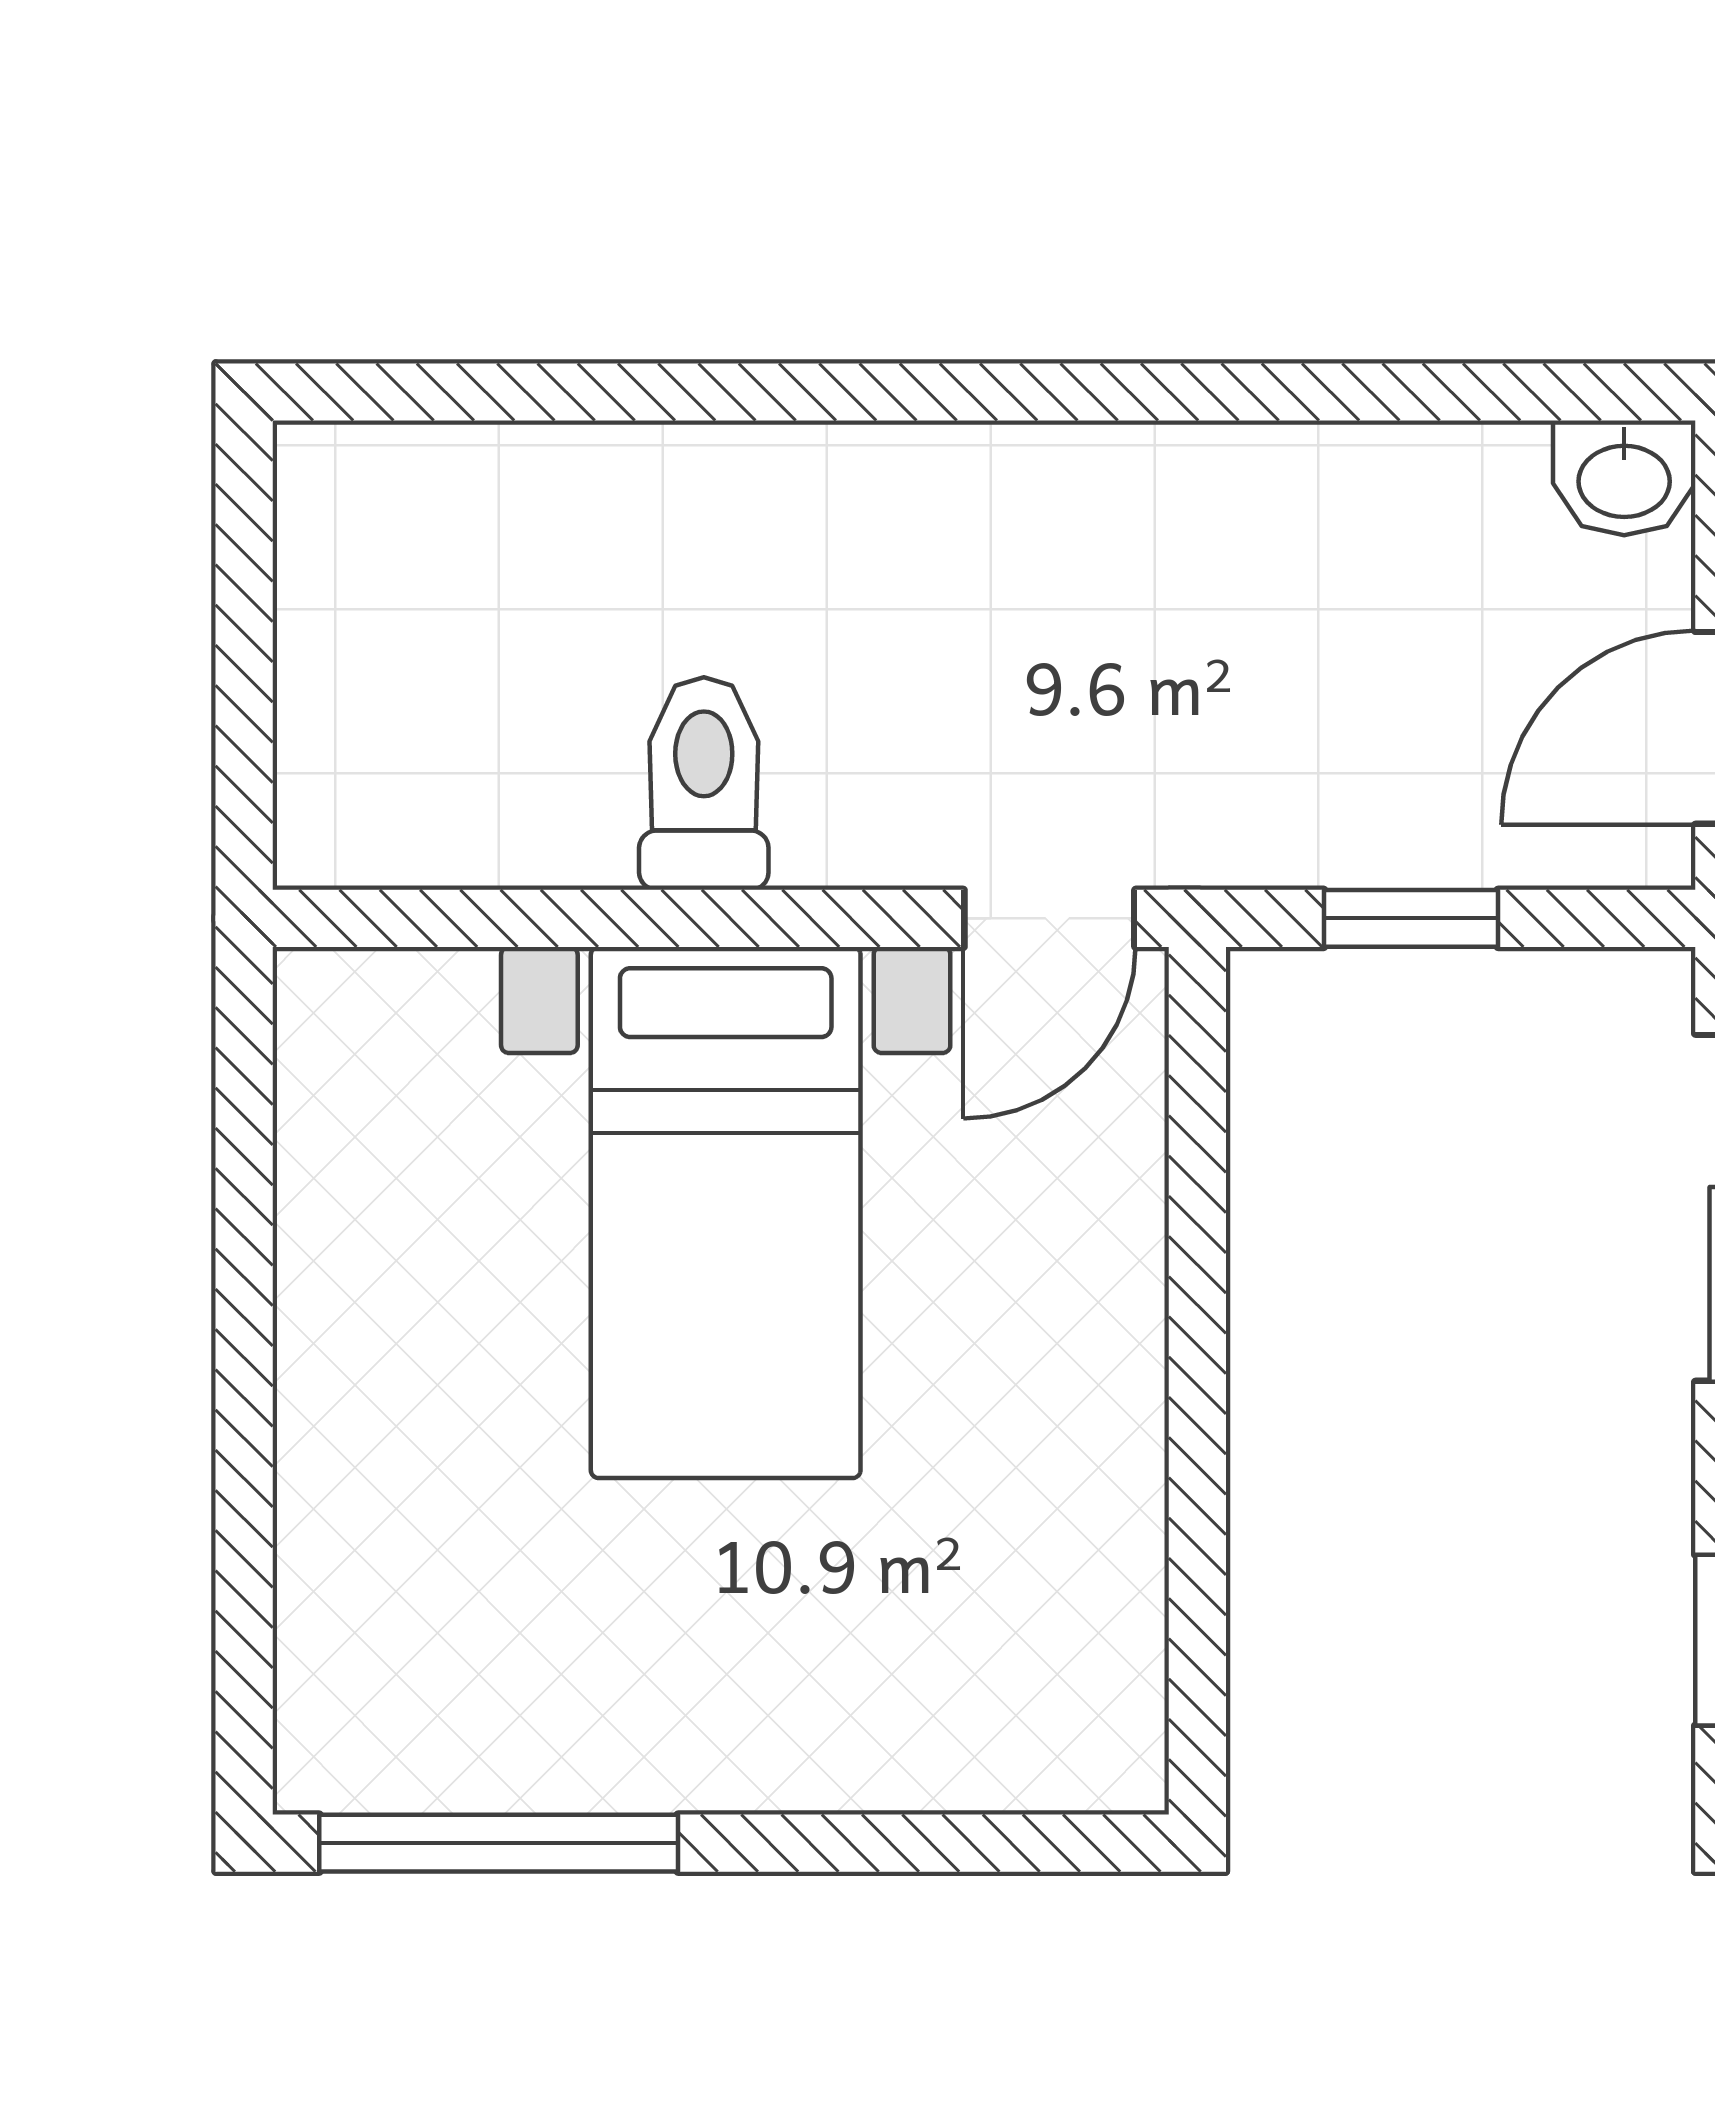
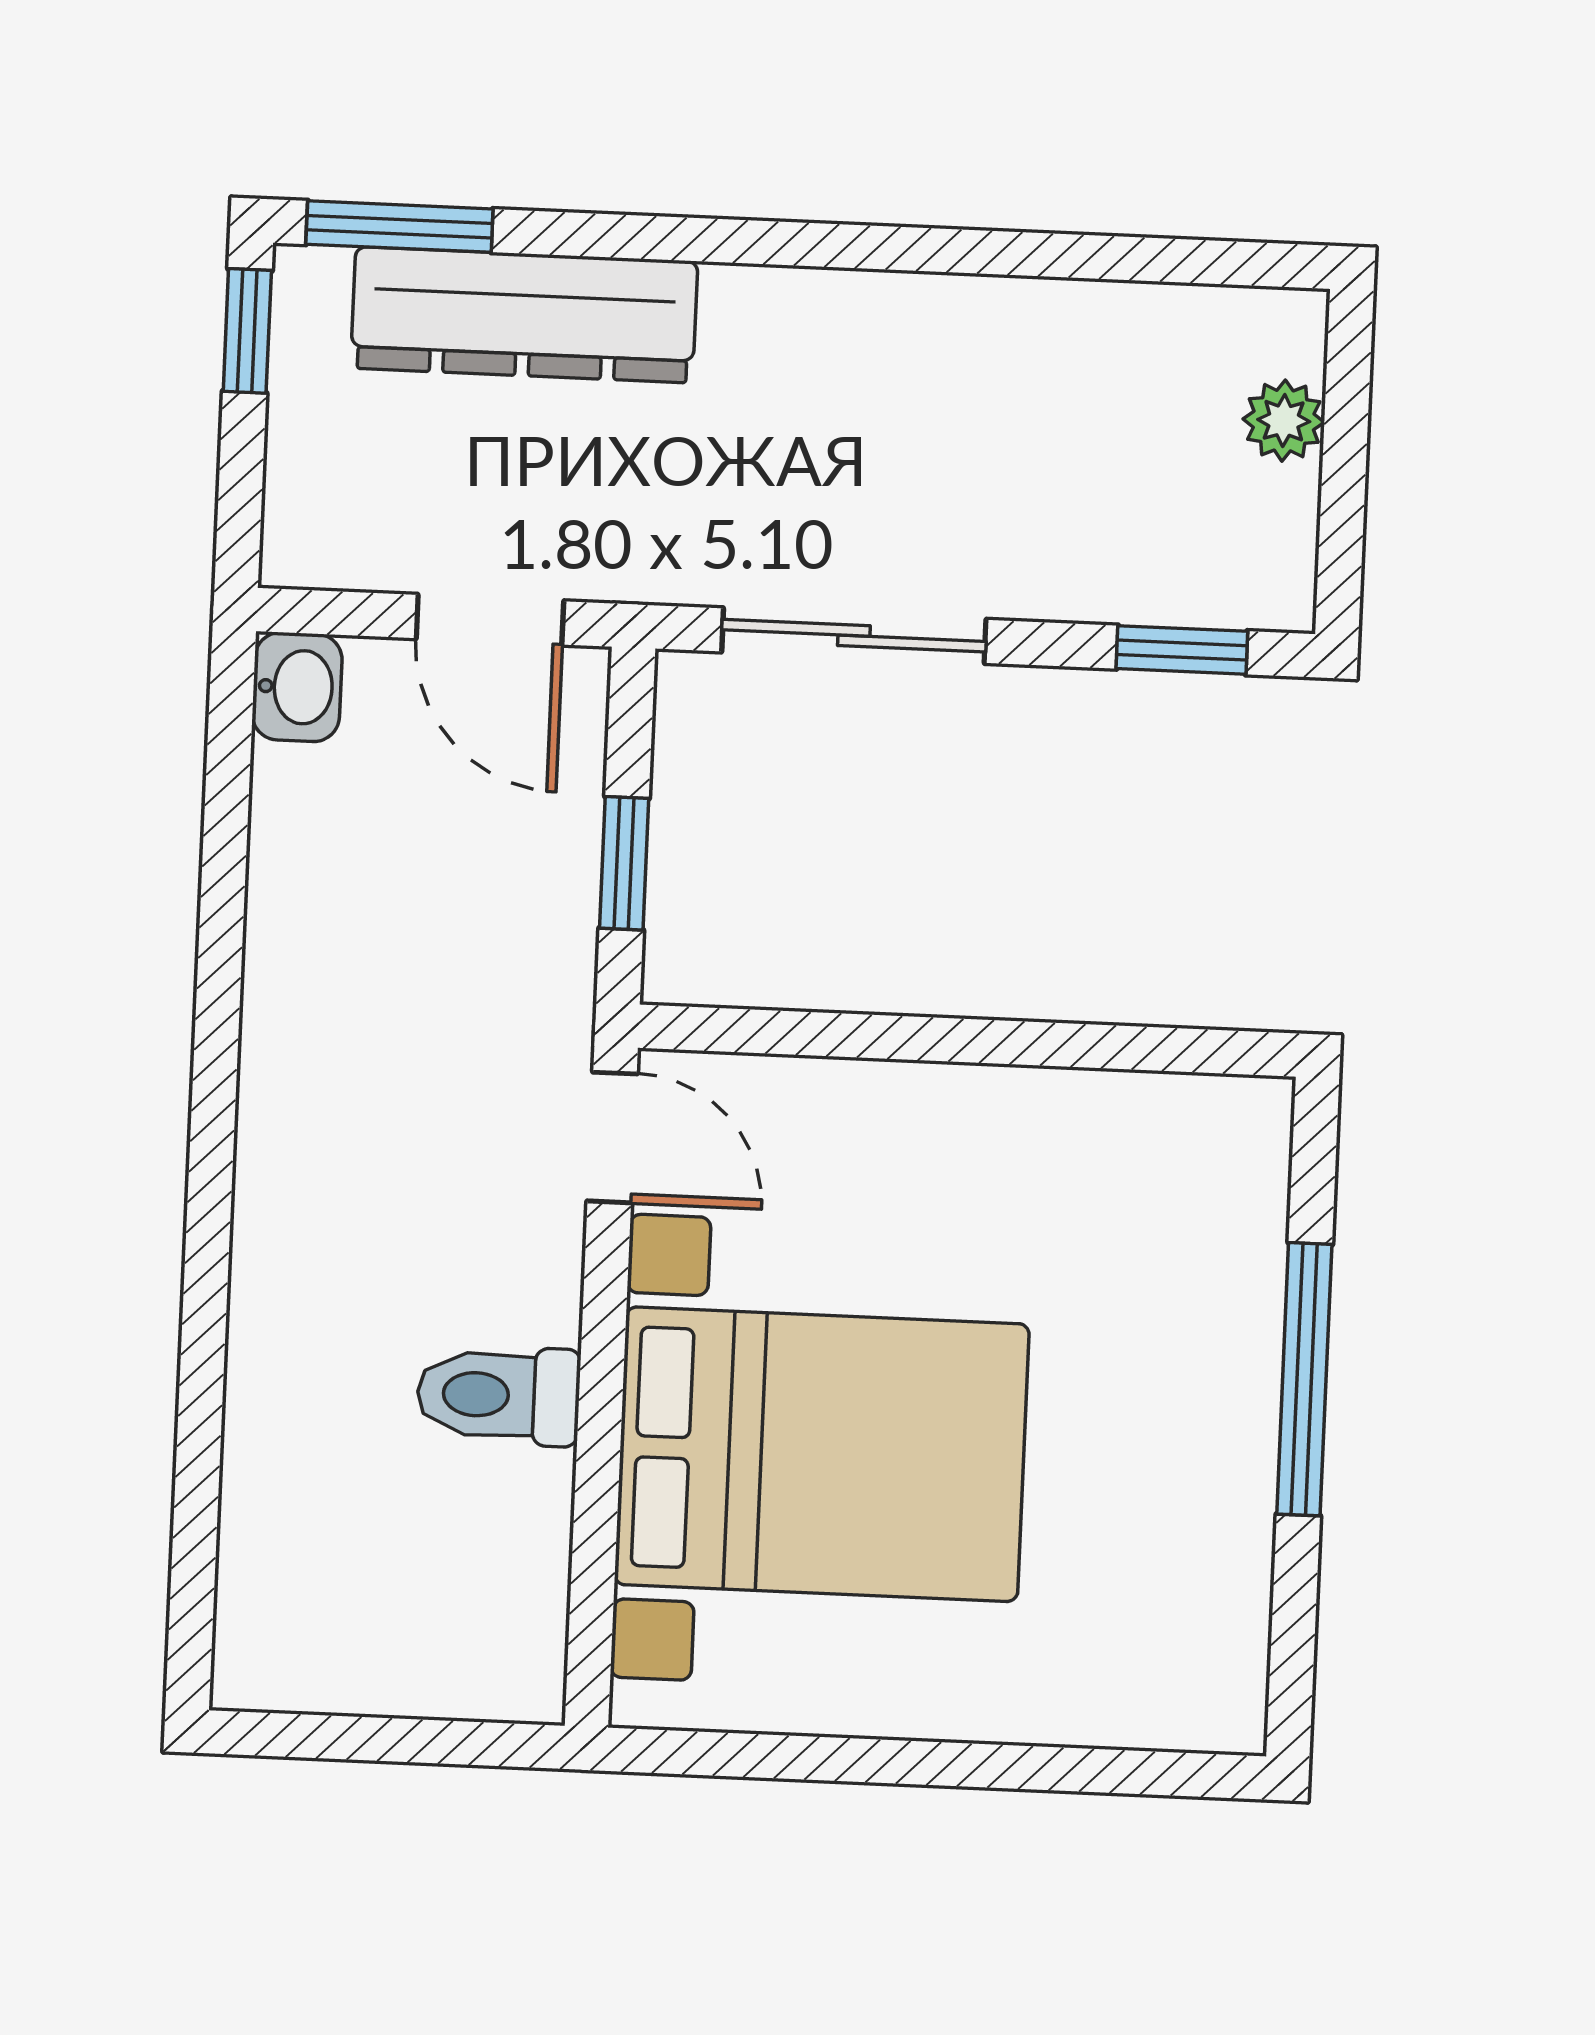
bed with nightstands: (726, 1213) -> (822, 1454), width x1.36
window: (499, 1843) -> (1304, 1379), moved

